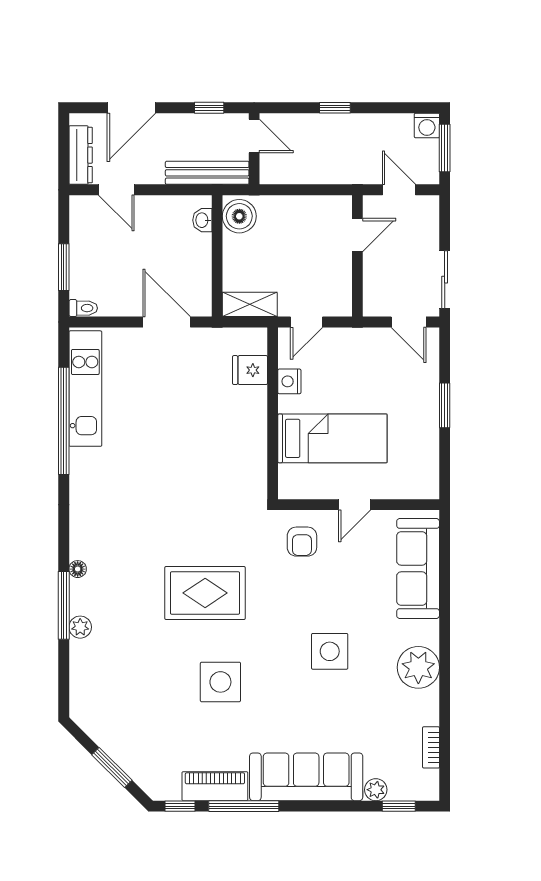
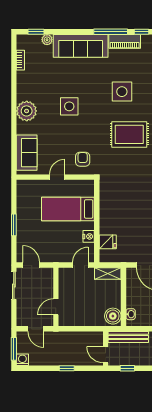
sofa: (418, 569) -> (27, 153), width x0.73
plant: (418, 667) -> (27, 111), moved

